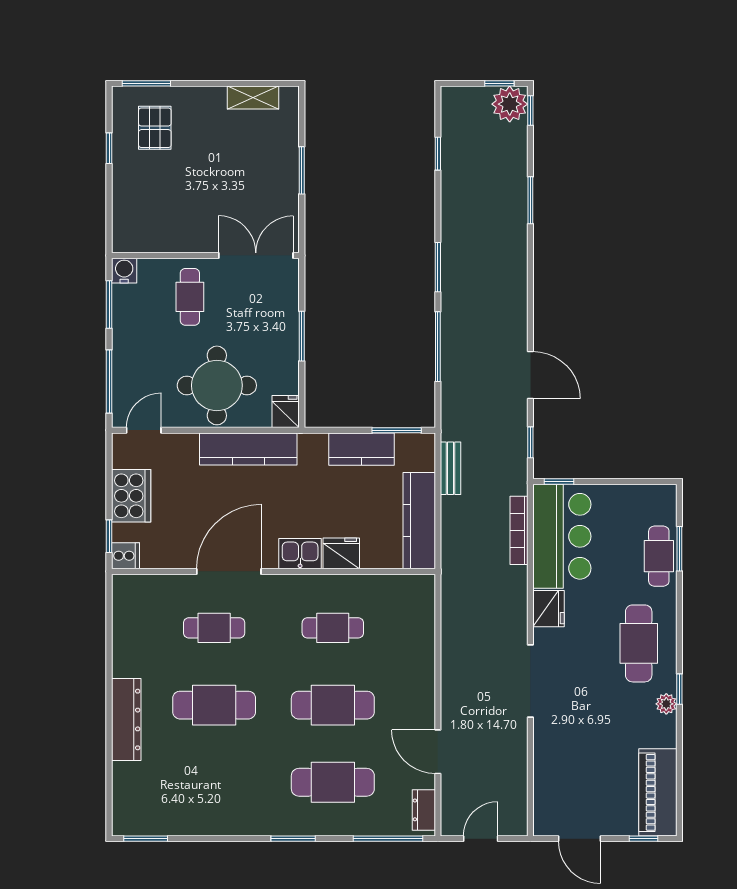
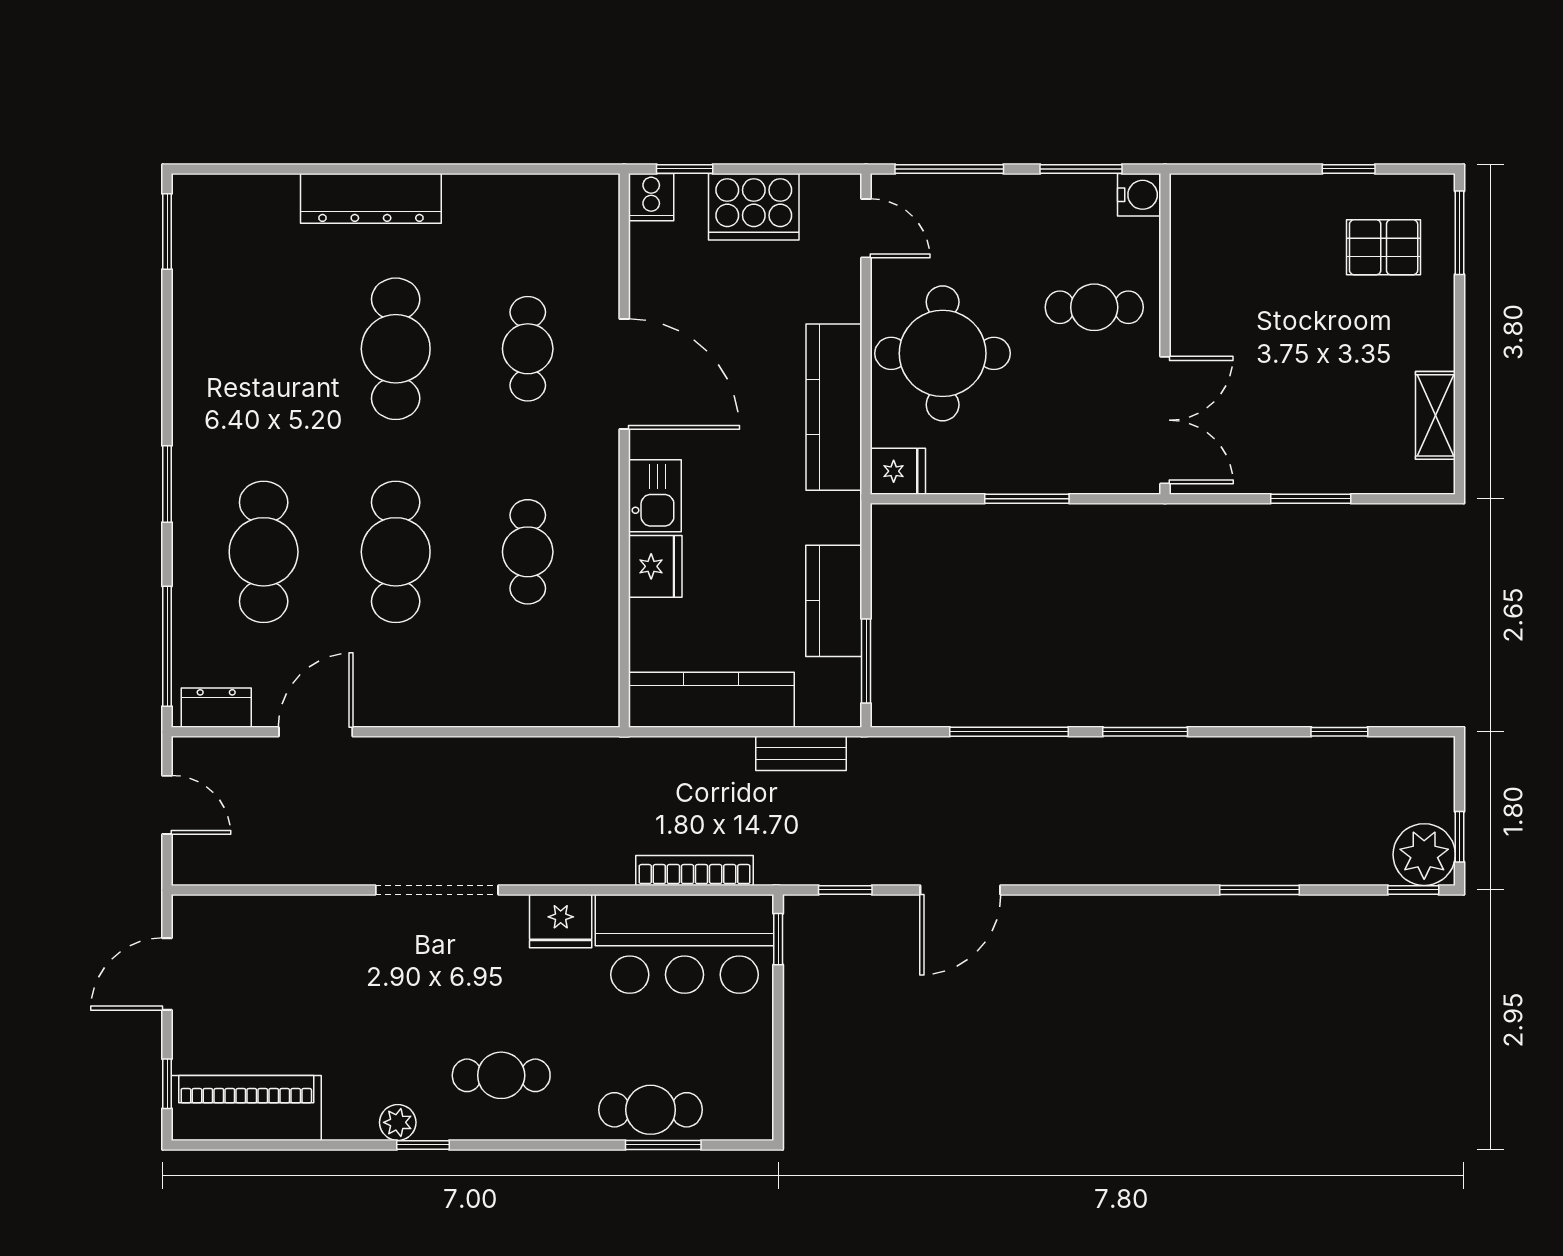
cafe table: (639, 643) -> (501, 1075), width x0.73, depth x0.74

